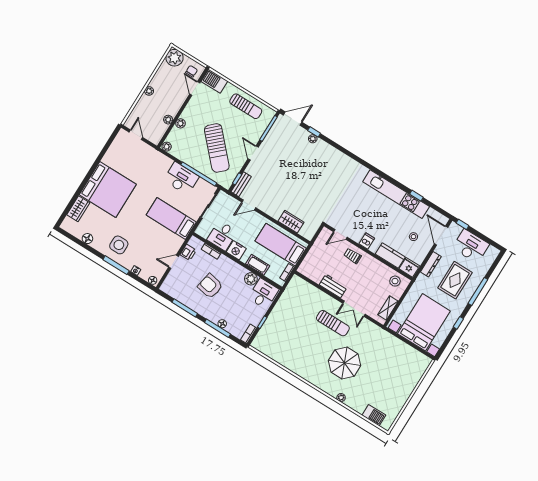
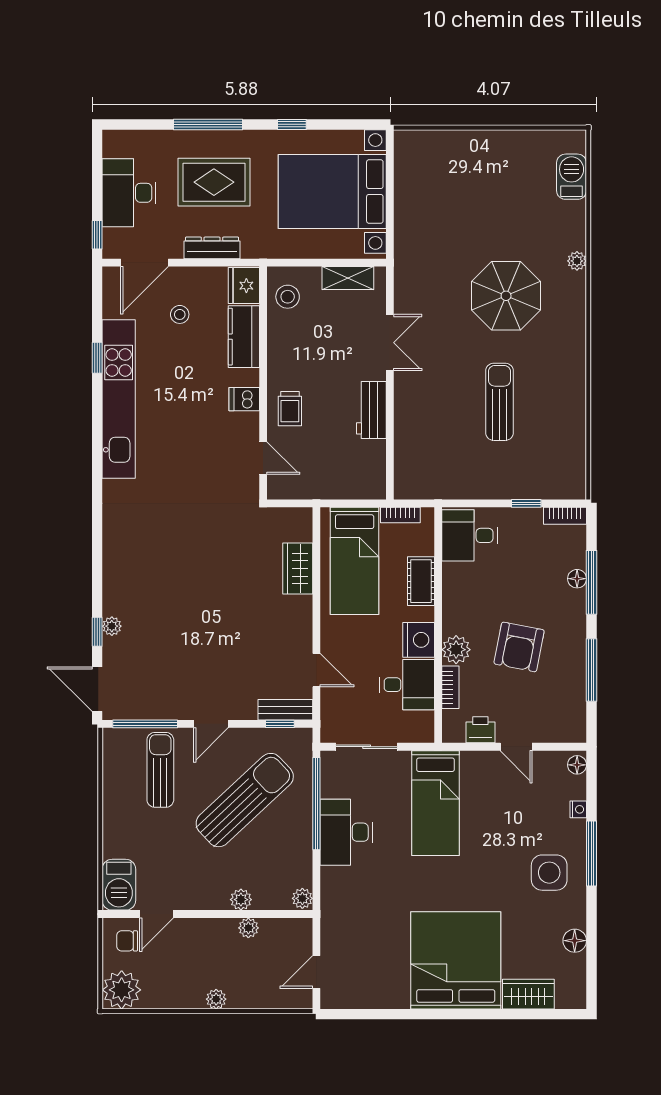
sun lounger: (246, 106) -> (160, 770), moved
plant: (251, 279) -> (456, 650), moved
sun lounger: (333, 323) -> (499, 402), moved

